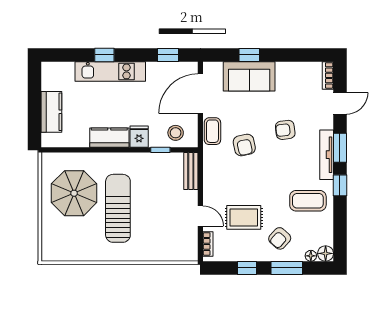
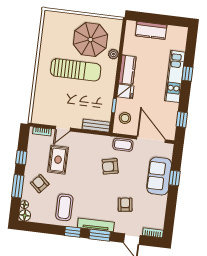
armchair: (285, 130) -> (125, 205), moved
plant: (90, 159) -> (113, 54), added

